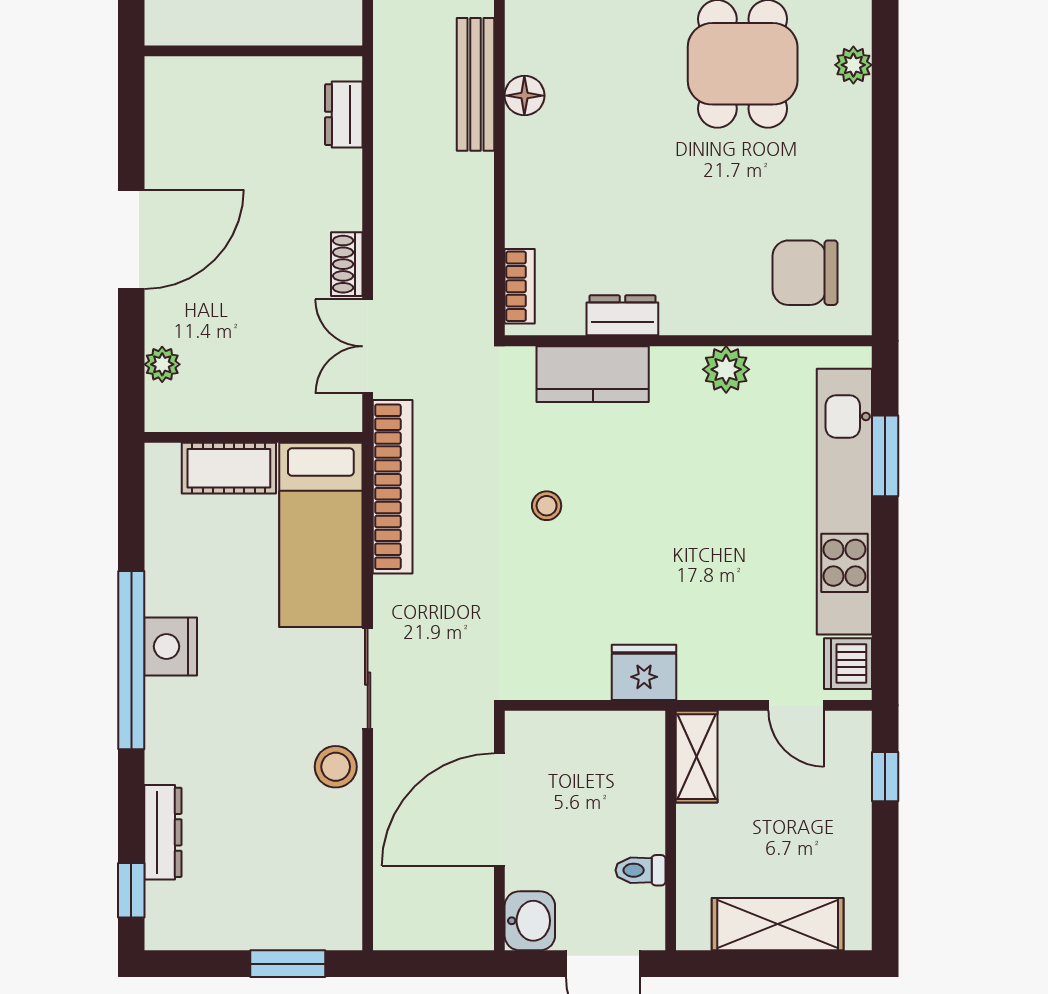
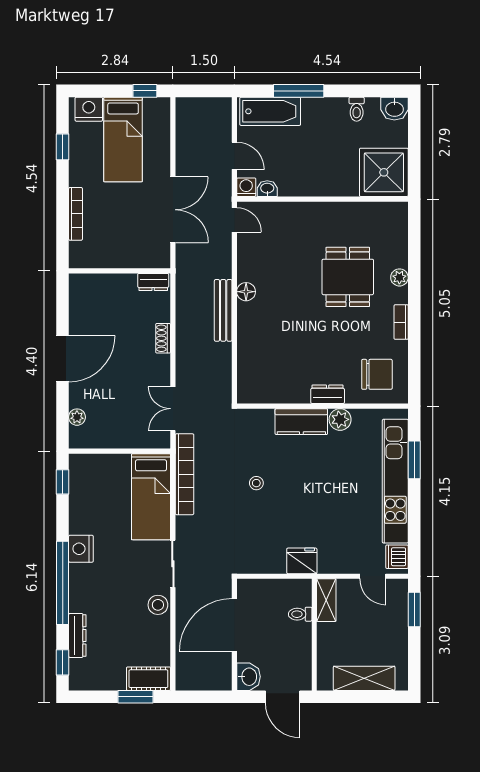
bench: (476, 84) -> (223, 310), moved
dresser: (344, 115) -> (153, 282), moved, turned -90
shoe rack: (347, 264) -> (163, 338), moved
chair: (805, 273) -> (377, 374), turned 180
bookcase: (520, 286) -> (401, 322), moved, turned 180
dresser: (622, 315) -> (328, 394), moved
kitchen counter: (593, 374) -> (301, 422), moved
cot: (229, 468) -> (148, 679), moved
window: (131, 503) -> (63, 482), added
window: (131, 660) -> (63, 583), moved
window: (885, 777) -> (414, 609), width x1.50
toilet: (641, 870) -> (300, 614), moved

